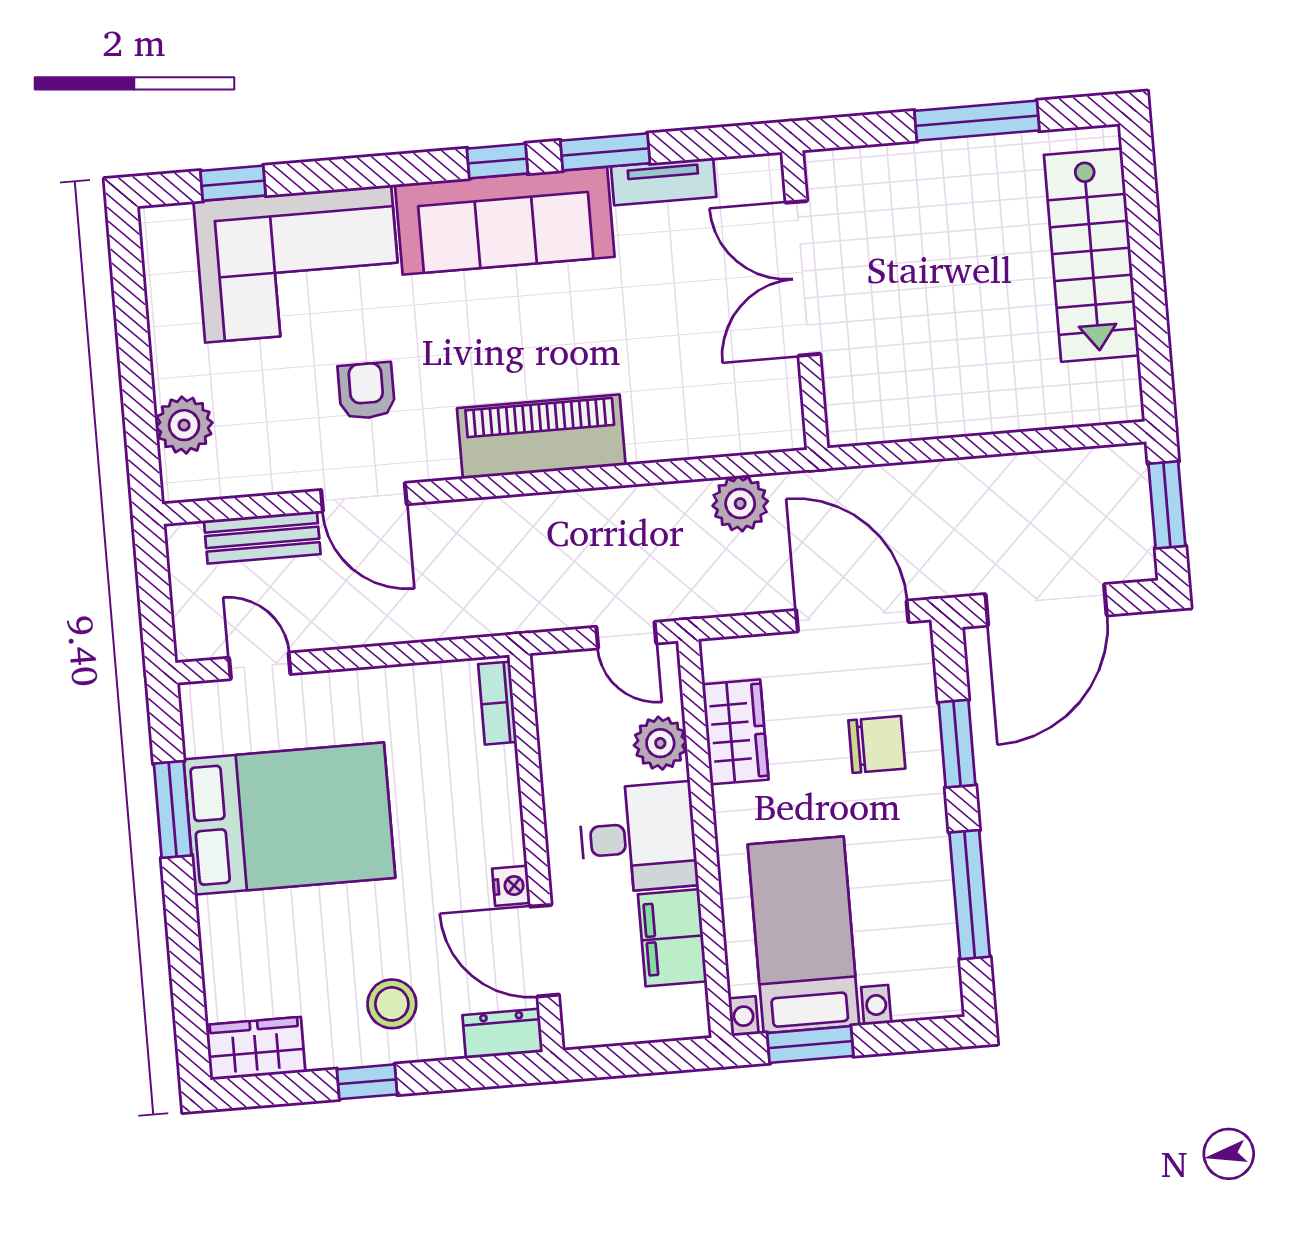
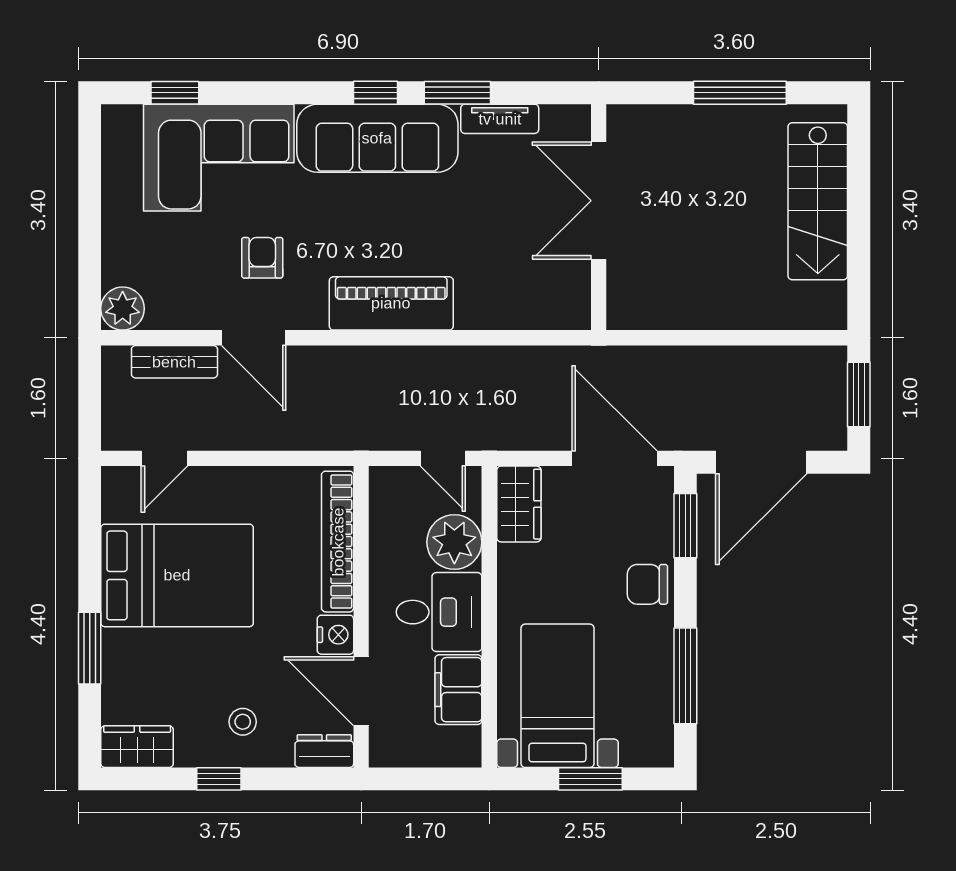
plant: (184, 425) -> (123, 309), moved
plant: (740, 504) -> (537, 366), removed
door: (260, 666) -> (164, 458), swing flipped
bookcase: (497, 703) -> (338, 542), width x2.31, depth x1.31
wardrobe: (735, 732) -> (519, 504), moved
plant: (660, 743) -> (454, 542), width x1.36, depth x1.36
chair: (877, 744) -> (647, 584), moved, turned 180
window: (957, 744) -> (685, 526), moved
window: (173, 809) -> (90, 648), moved
nightstand: (511, 886) -> (335, 635), width x1.39, depth x1.35
stool: (392, 1004) -> (243, 722), width x0.73, depth x0.73
window: (810, 1045) -> (590, 779), moved

